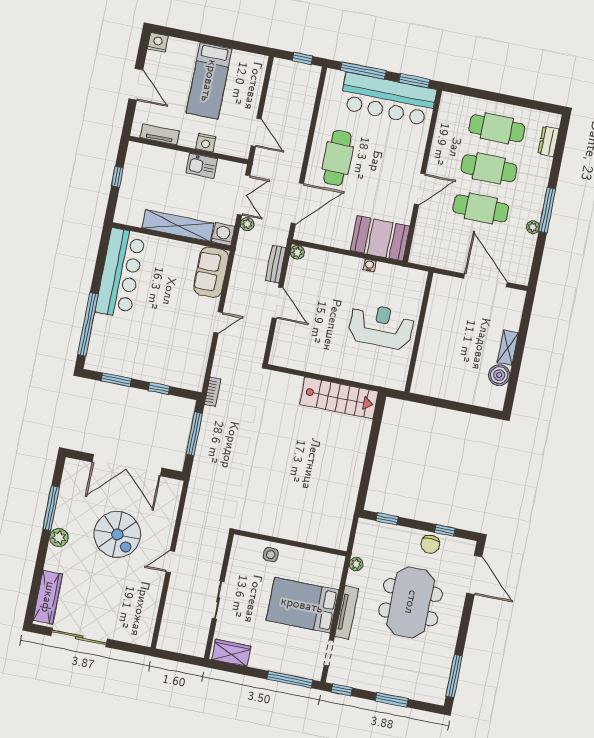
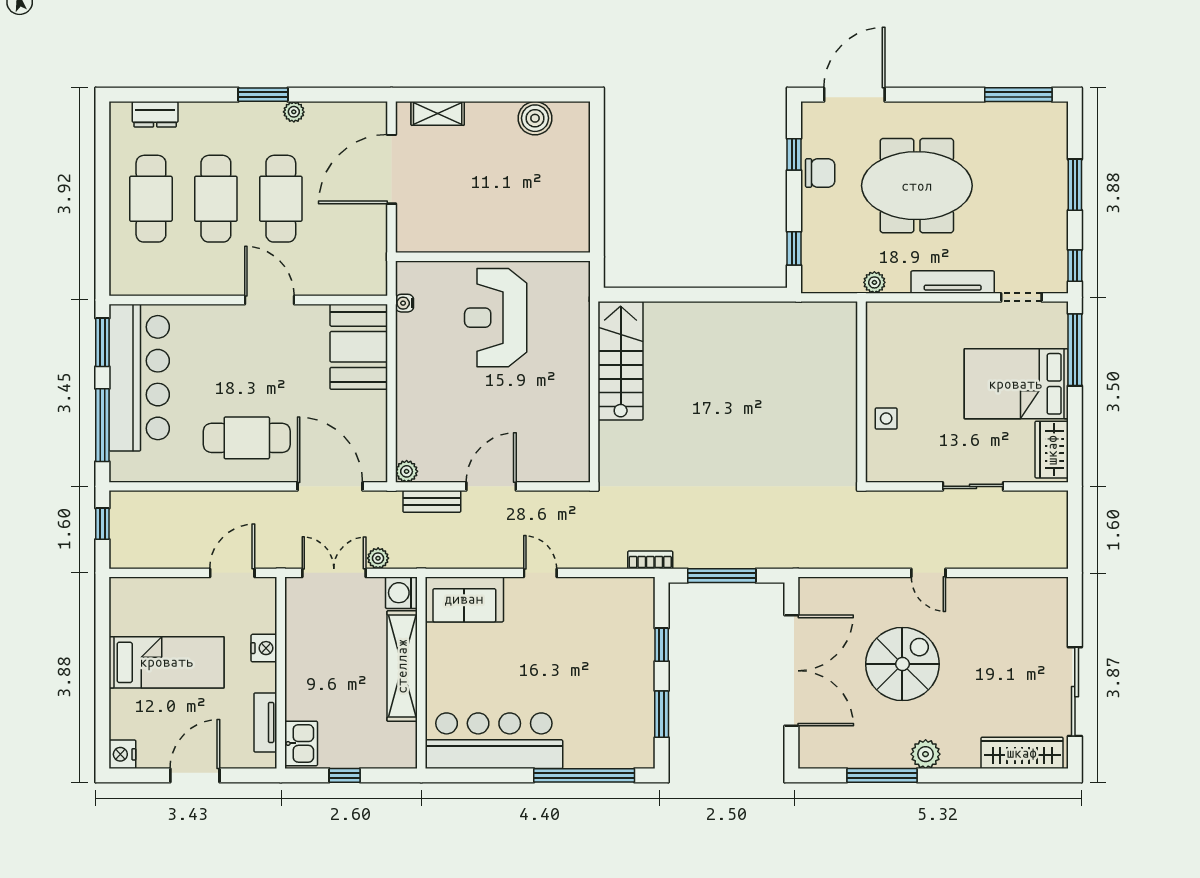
kitchen sink: (202, 166) -> (301, 743), moved
window: (547, 210) -> (263, 95), width x0.69
water cooler: (369, 265) -> (404, 303), moved
shelving: (508, 348) -> (438, 113), moved
bed: (302, 605) -> (1016, 384), moved, turned 90

